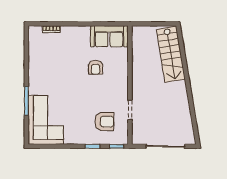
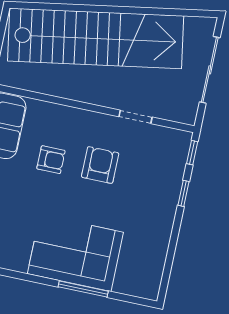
stairs: (171, 54) -> (96, 38), width x1.86, depth x1.51
corner sofa: (46, 120) -> (75, 253), moved
armchair: (104, 122) -> (100, 165), moved

